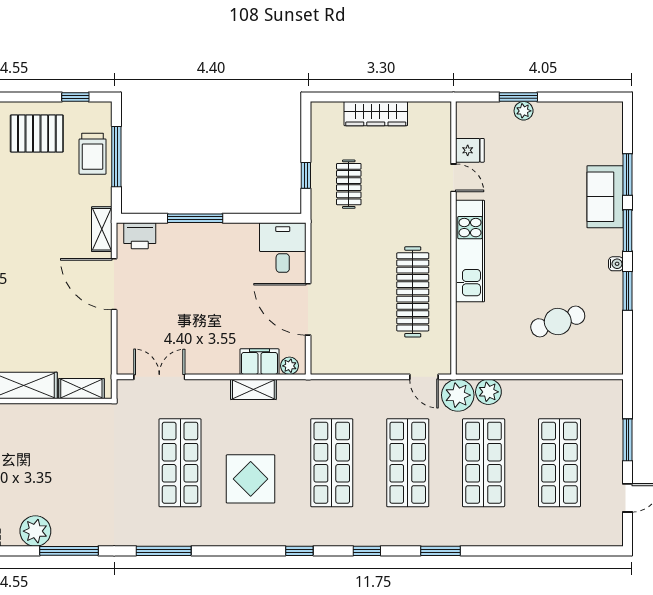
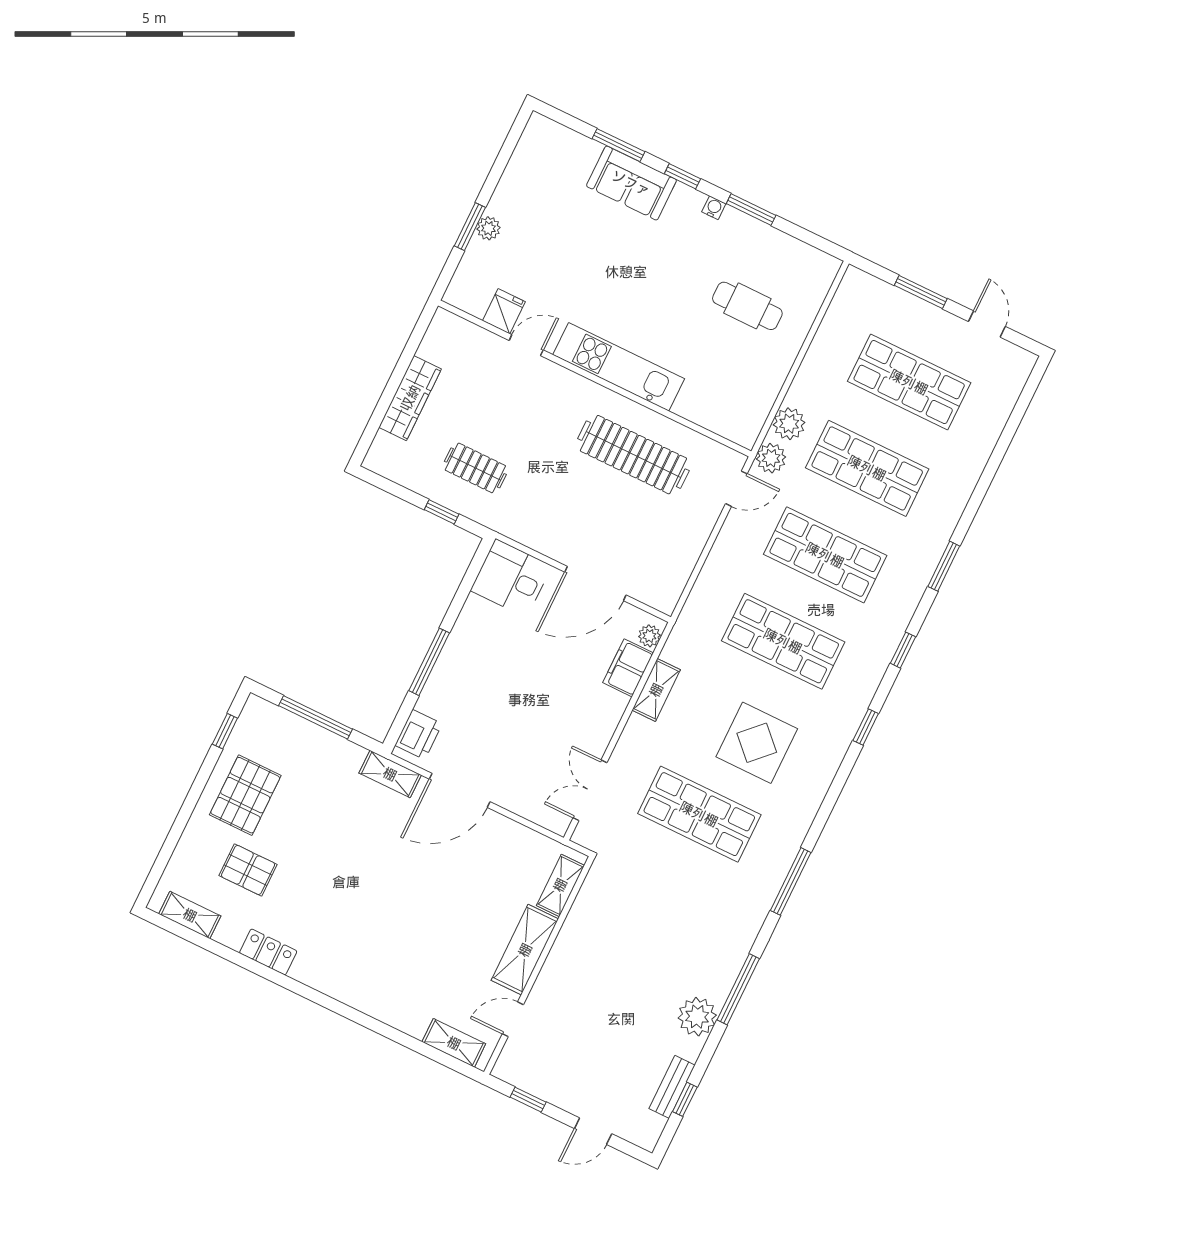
trolley: (93, 154) -> (299, 743), removed
window: (628, 231) -> (682, 176), width x0.67
cafe table: (558, 322) -> (747, 306), turned -71
plant: (458, 395) -> (771, 458), width x0.73, depth x0.73

